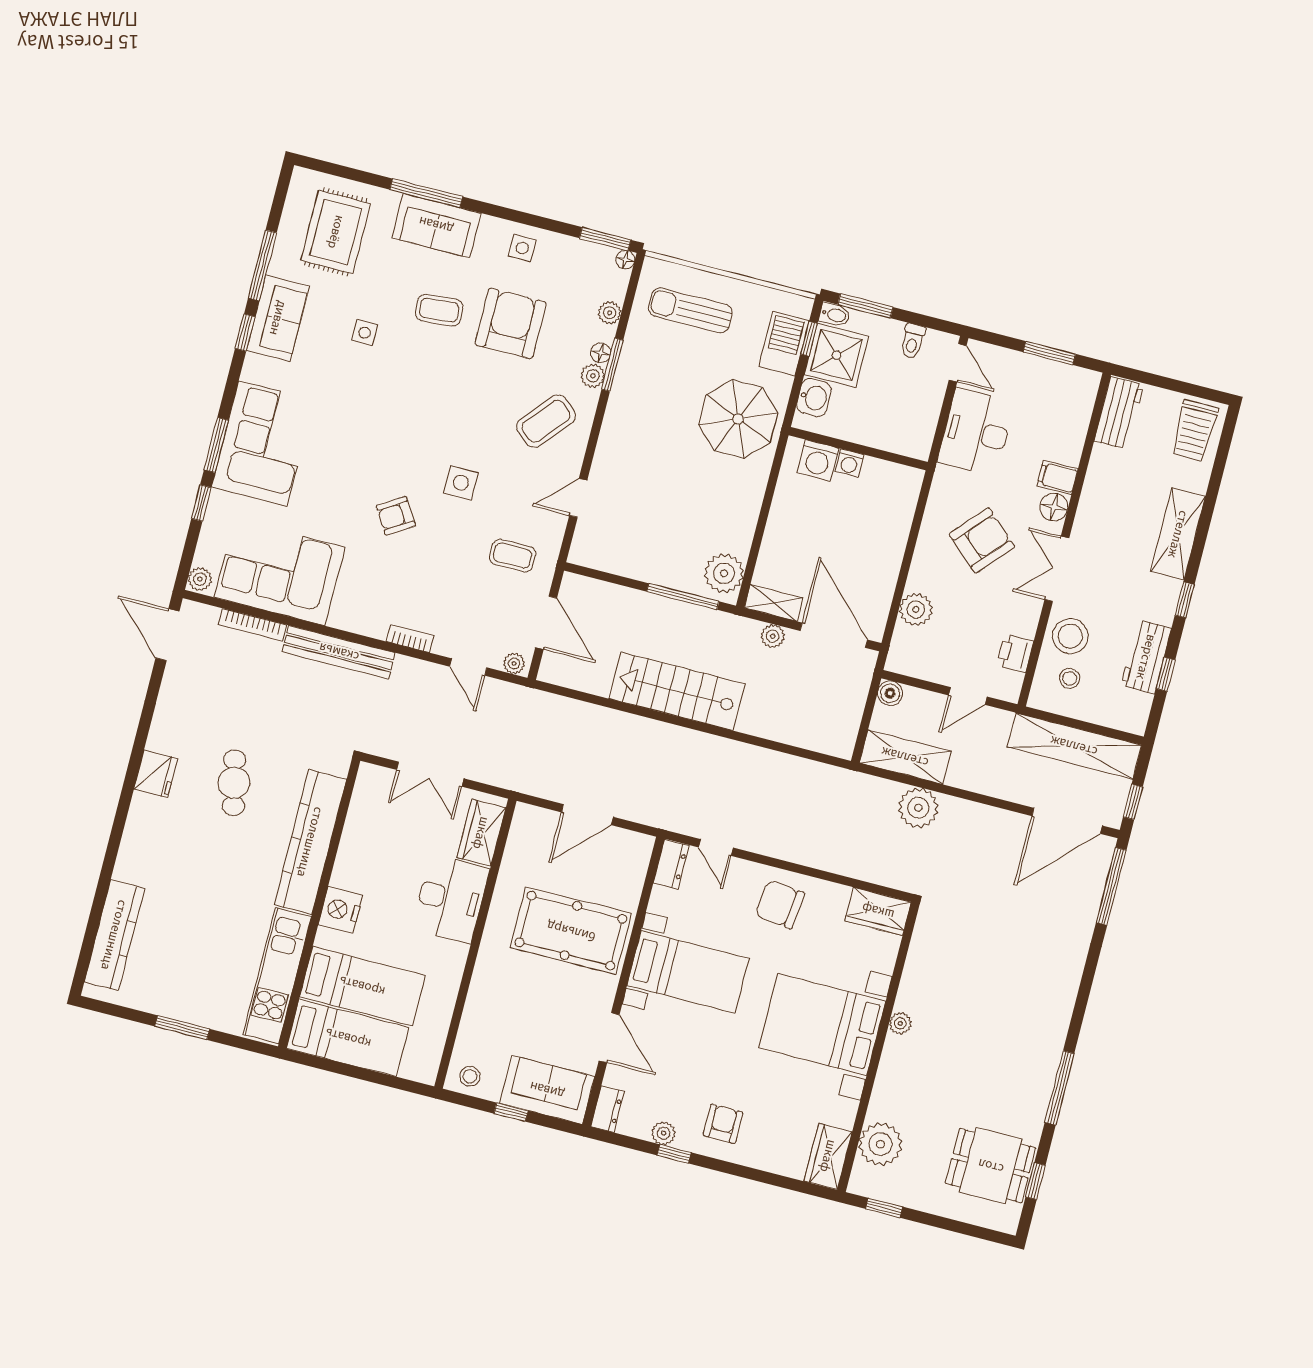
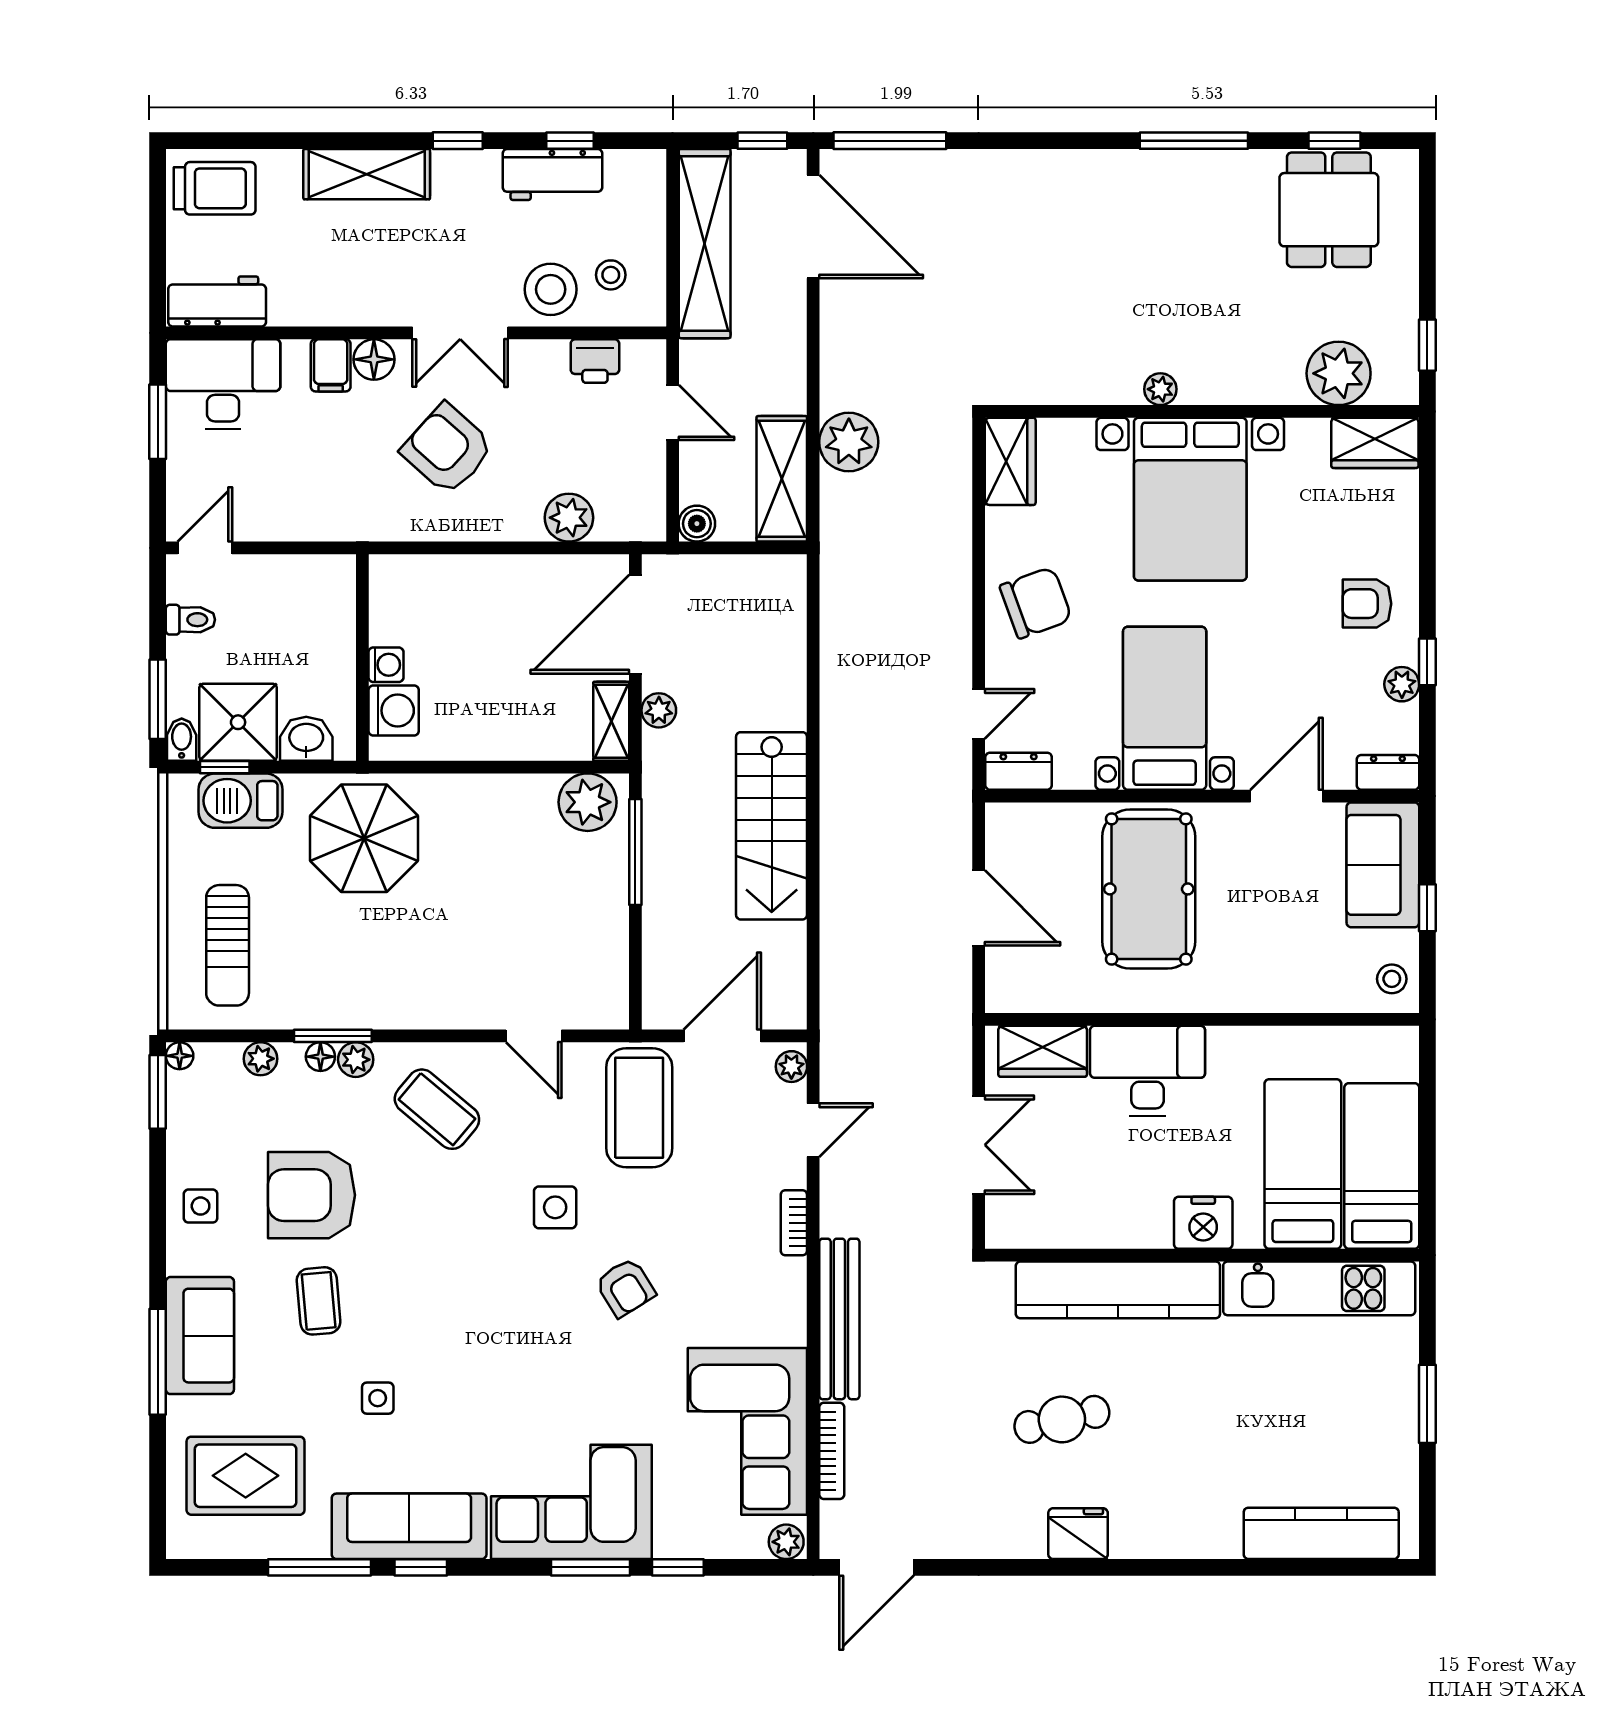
sofa: (278, 318) -> (409, 1526), width x1.36
desk: (976, 432) -> (223, 384), moved, turned 180
coffee table: (513, 556) -> (639, 1108), width x1.86, depth x1.72
chair: (780, 904) -> (1036, 603), turned -116

